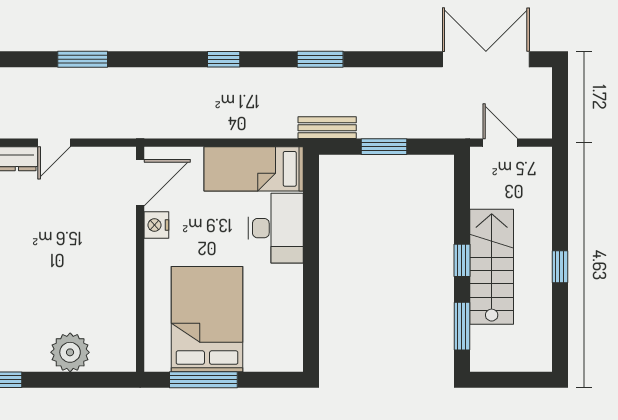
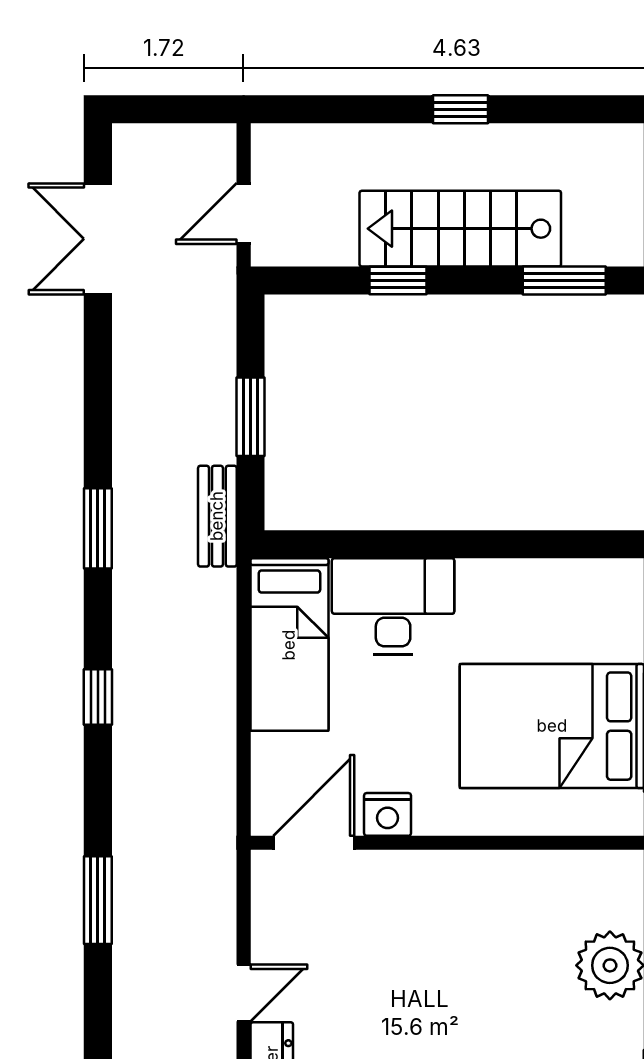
window: (83, 59) -> (98, 900), moved
double door: (486, 59) -> (98, 239), width x0.73
door: (54, 143) -> (244, 993), hinge flipped
door: (140, 183) -> (314, 843), hinge flipped
window: (462, 260) -> (398, 281), moved

